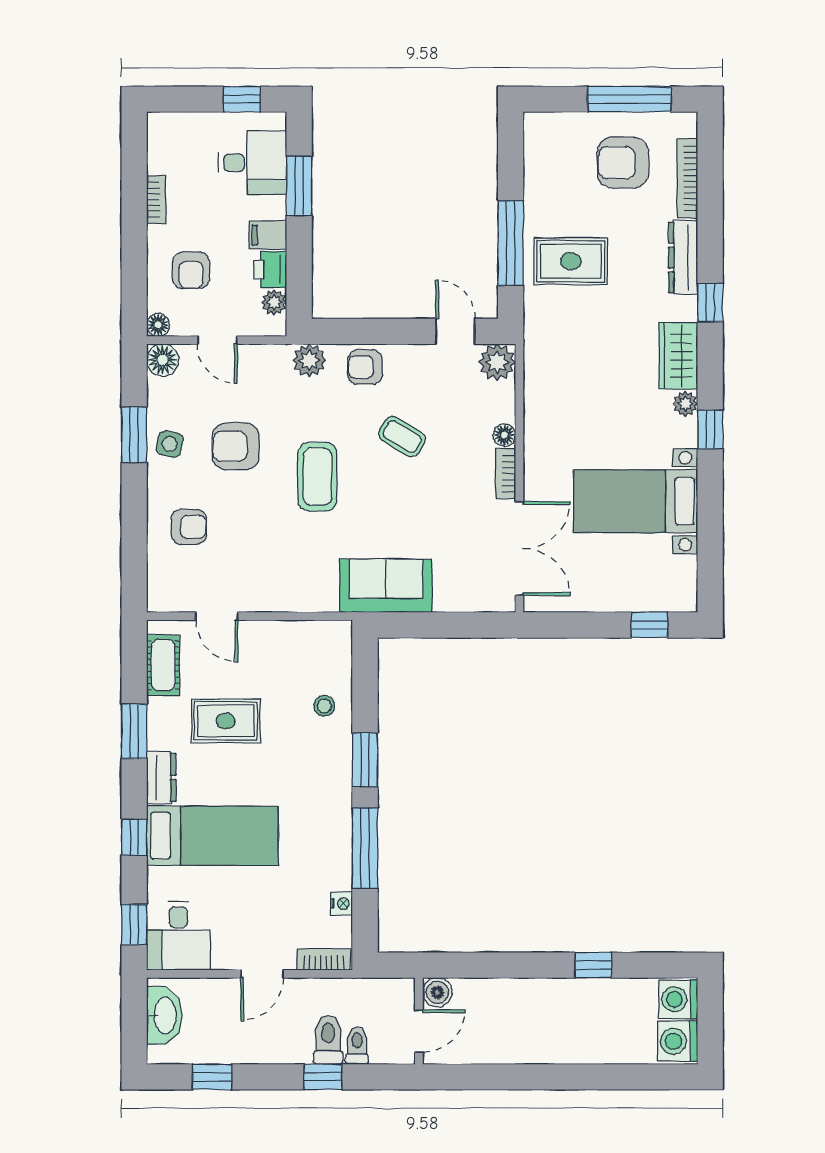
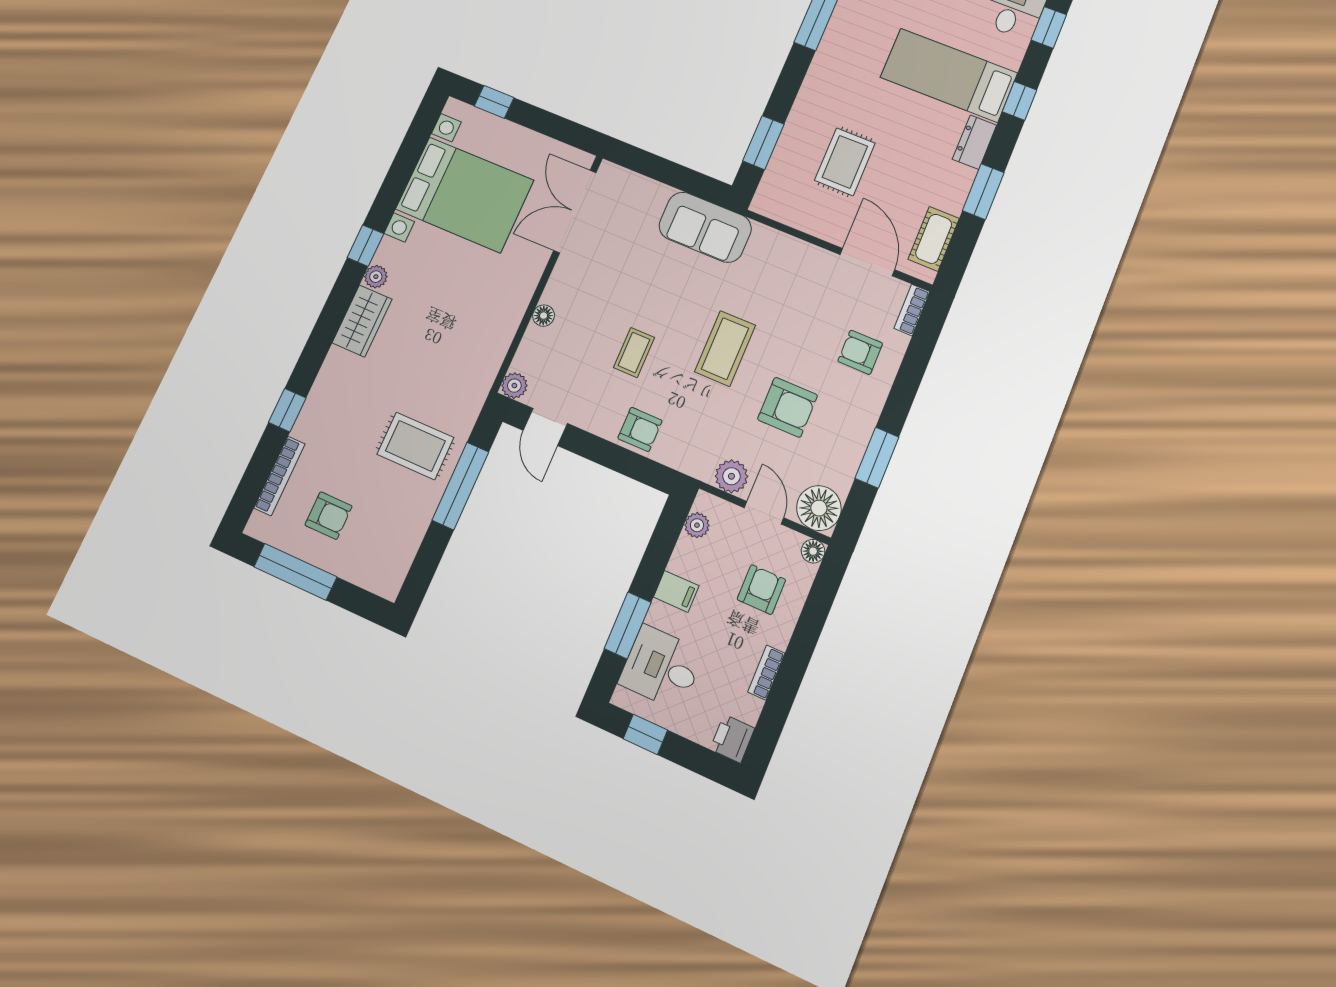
armchair: (623, 163) -> (329, 516), width x0.72, depth x0.72
dresser: (683, 258) -> (317, 406), removed
printer: (270, 270) -> (732, 739), moved, turned 180
window: (710, 303) -> (287, 410), moved
floor lamp: (163, 360) -> (819, 508), width x1.38, depth x1.38
plant: (309, 360) -> (731, 476), moved
plant: (497, 362) -> (514, 386), width x0.73, depth x0.73
coffee table: (402, 436) -> (634, 353), turned 59
side table: (170, 444) -> (847, 435), removed
bookcase: (506, 474) -> (912, 310), moved, turned 180
bed with nightstands: (636, 501) -> (465, 195), width x1.36
door: (217, 616) -> (867, 262), width x1.38
stool: (324, 706) -> (804, 146), removed
rug: (226, 721) -> (845, 162), moved, turned 90
window: (365, 760) -> (763, 143), moved

